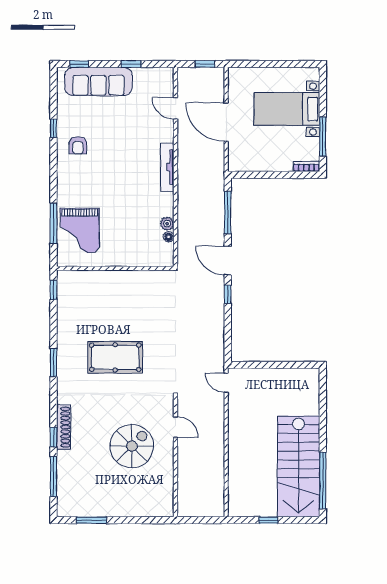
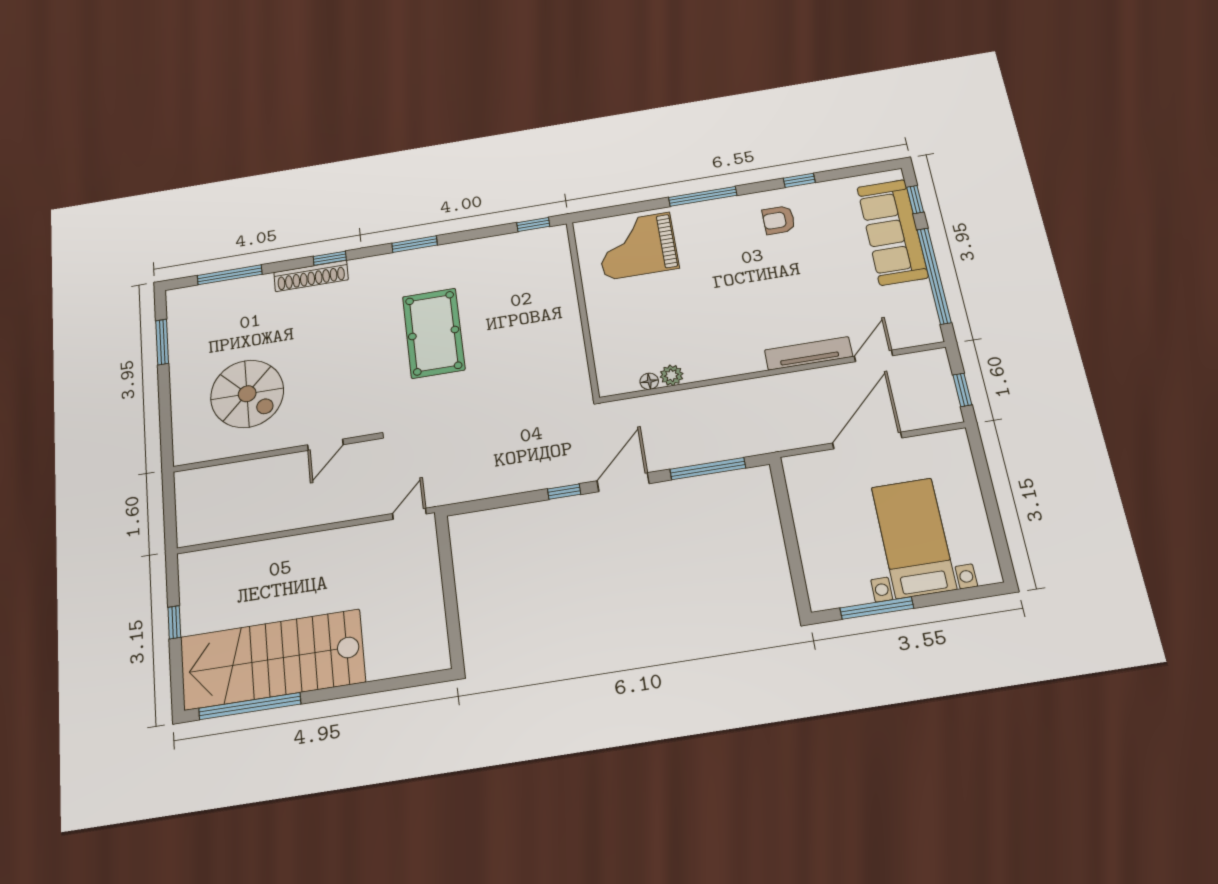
window: (131, 64) -> (934, 276), width x3.17
bookcase: (306, 166) -> (816, 588), removed
tv unit: (167, 167) -> (809, 353), moved
window: (53, 223) -> (703, 196), moved
window: (53, 437) -> (330, 258), moved
spiral stairs: (132, 446) -> (247, 394), moved

